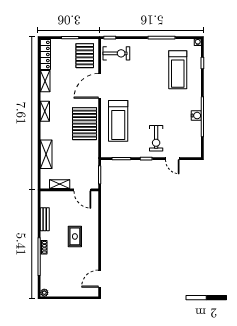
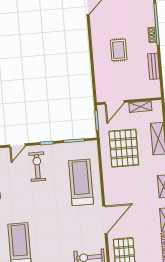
pallet: (85, 124) -> (124, 148), moved
door: (172, 159) -> (17, 145), swing flipped
door: (82, 190) -> (115, 102), swing flipped

